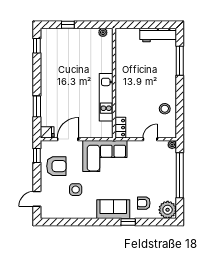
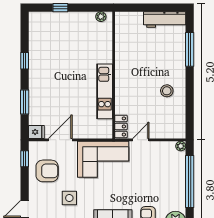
window: (37, 46) -> (25, 61), moved
stool: (165, 109) -> (167, 91), moved
door: (150, 139) -> (141, 140), moved

